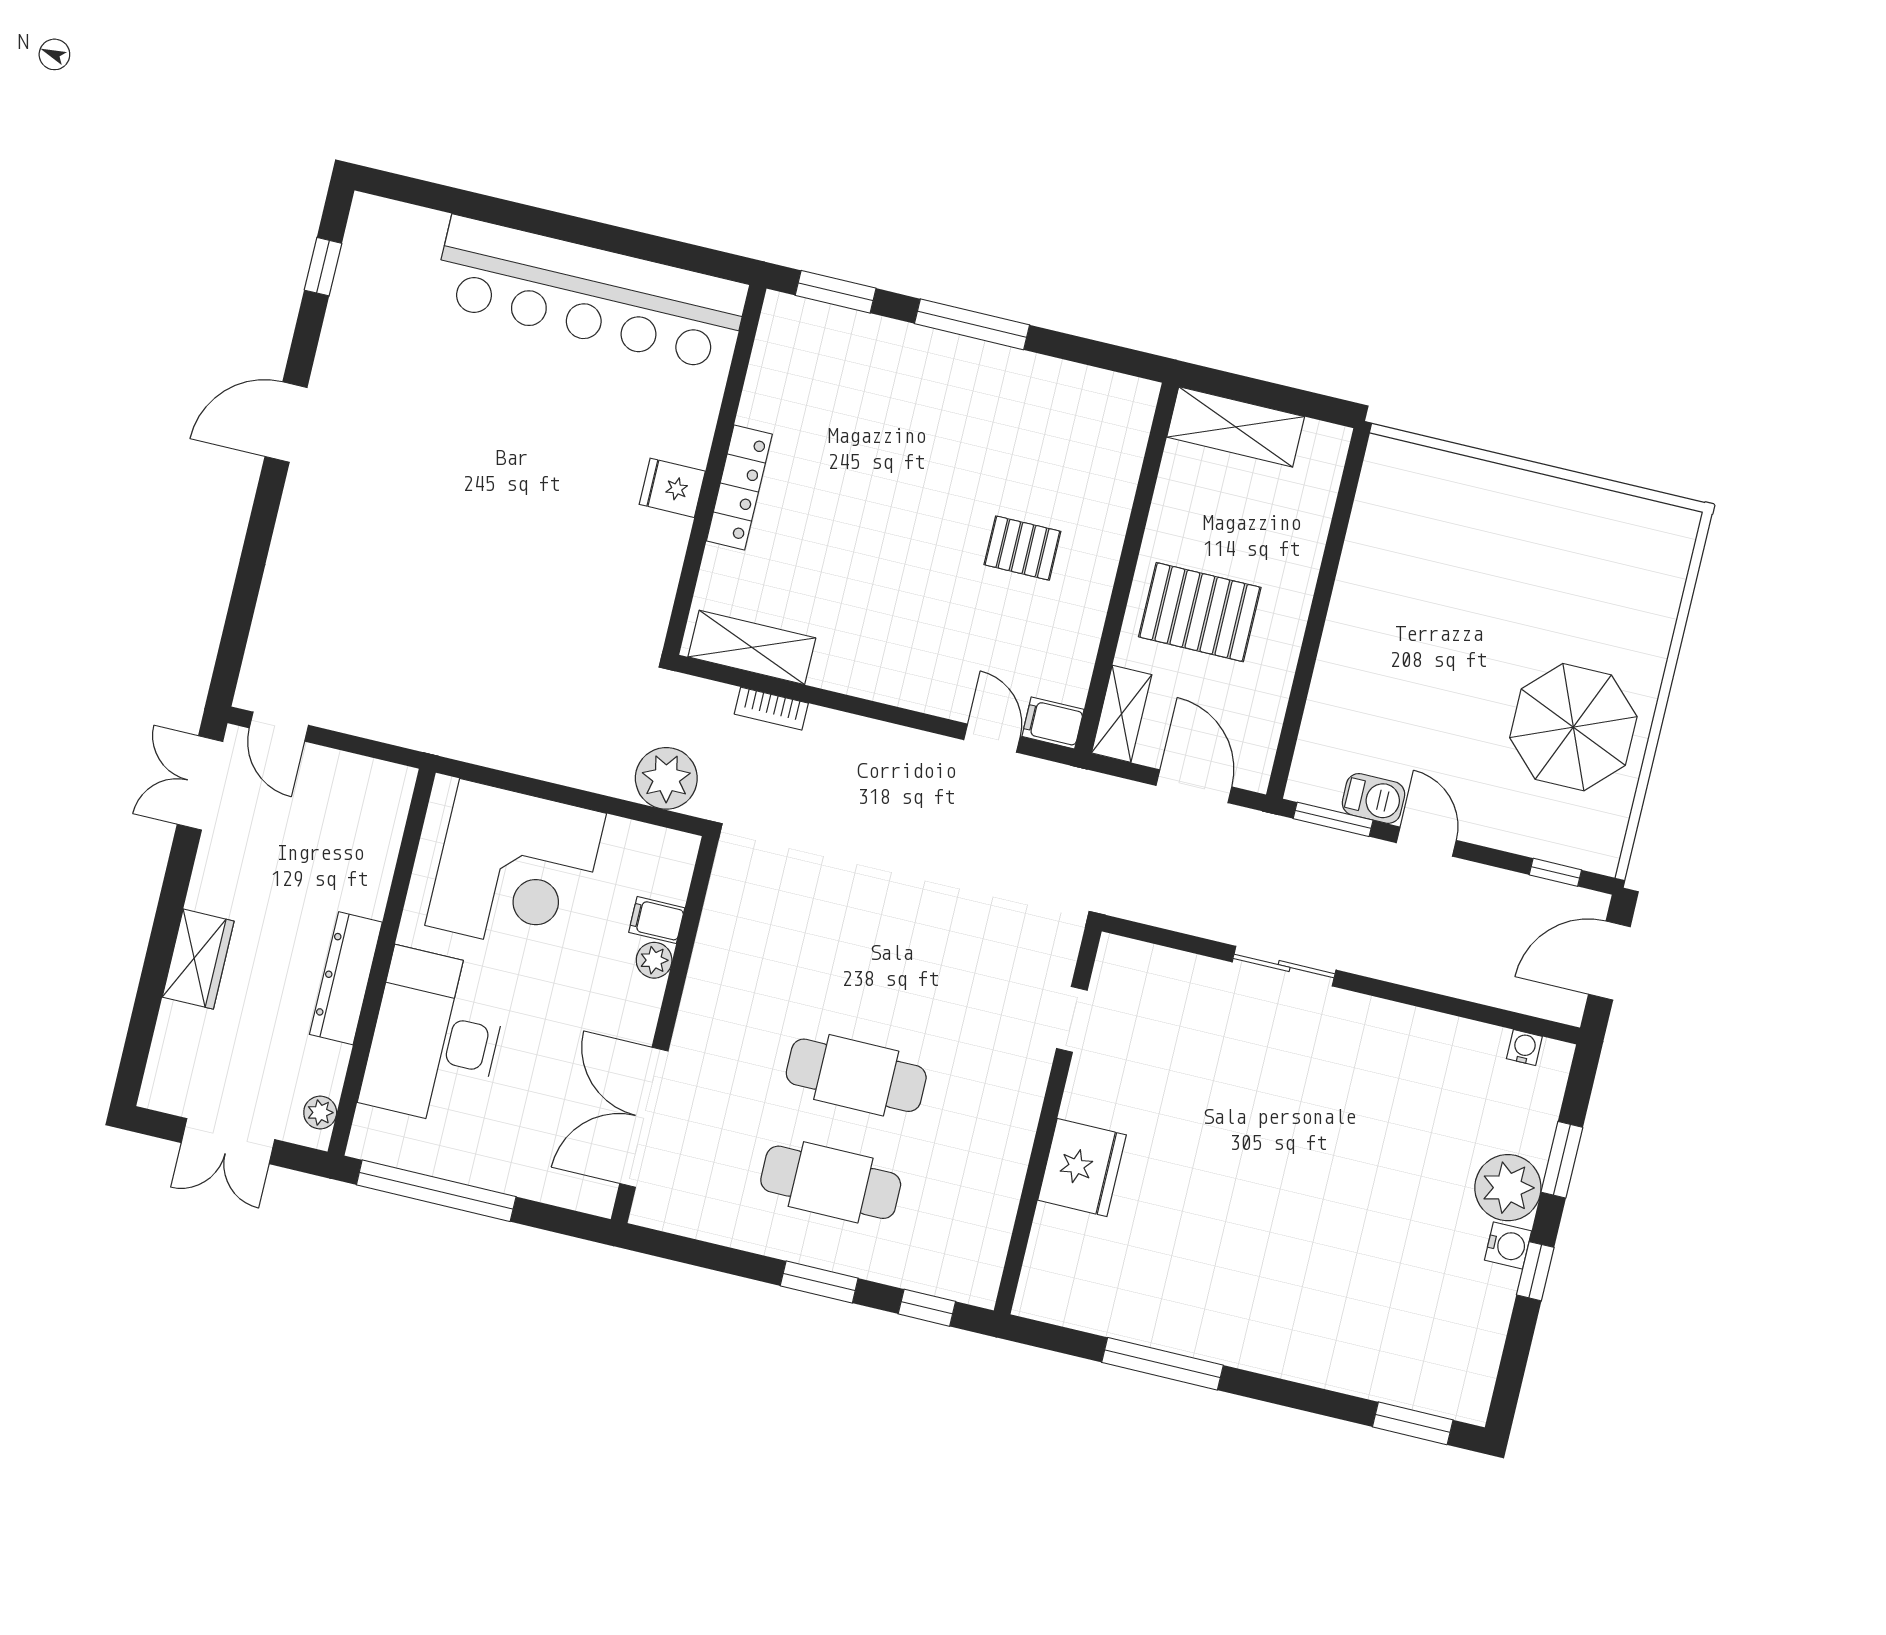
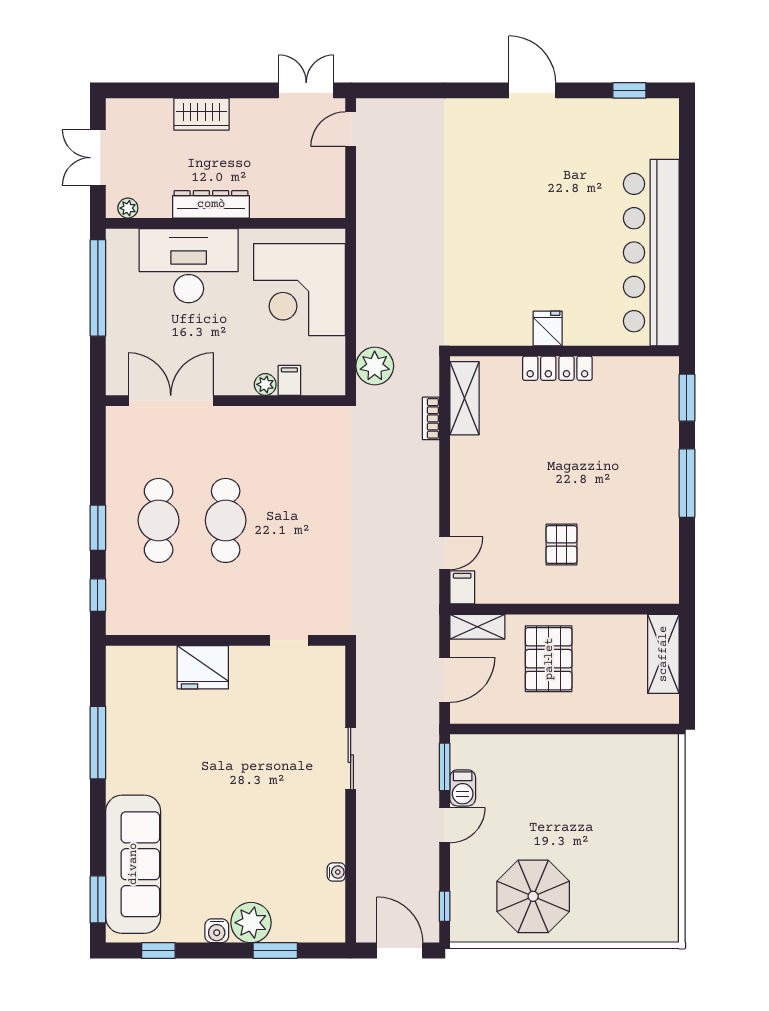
water cooler: (1524, 1048) -> (336, 872), moved
window: (1535, 1271) -> (158, 951), moved
sofa: (1370, 1354) -> (133, 864), added

